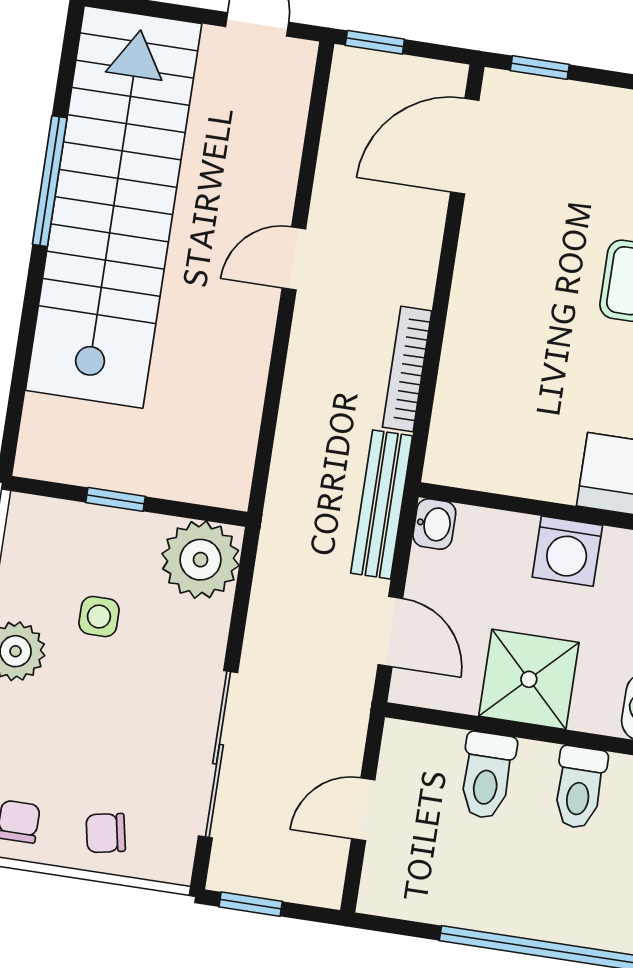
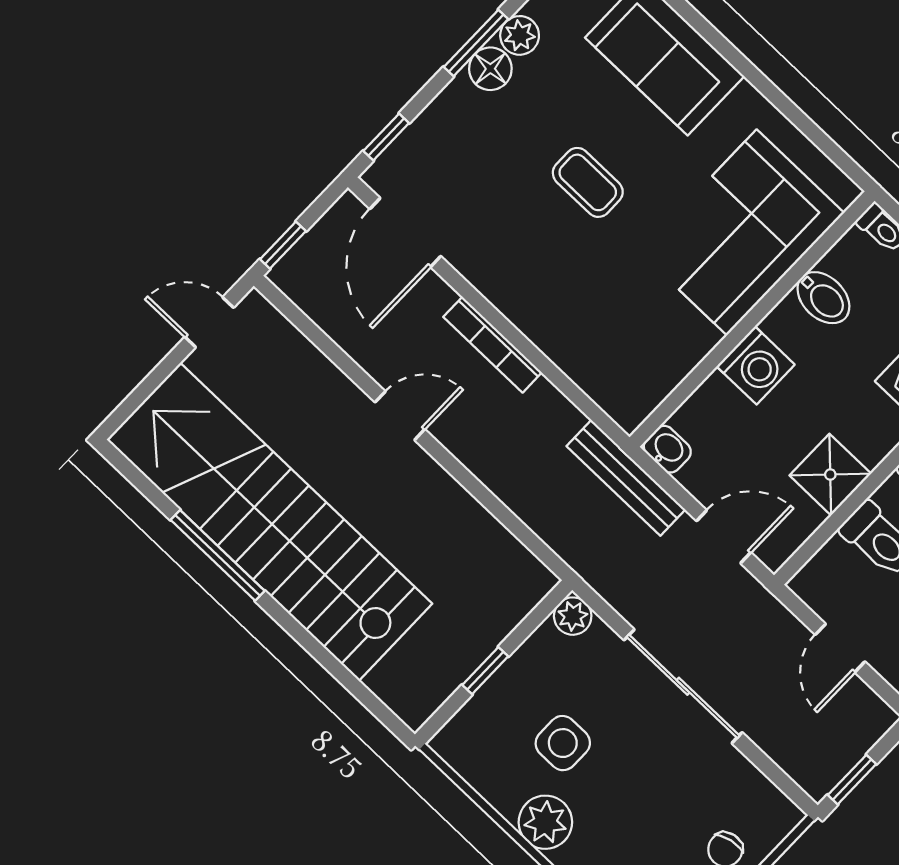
door: (294, 258) -> (400, 416), swing flipped
bookcase: (407, 369) -> (493, 345), moved
plant: (201, 560) -> (573, 616), width x0.53, depth x0.53
side table: (99, 617) -> (563, 743), width x1.37, depth x1.37
shower: (529, 679) -> (830, 475), width x0.73, depth x0.73
sliding door: (218, 754) -> (683, 686), moved

